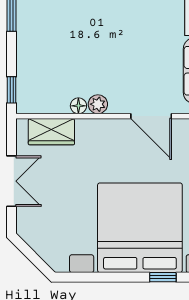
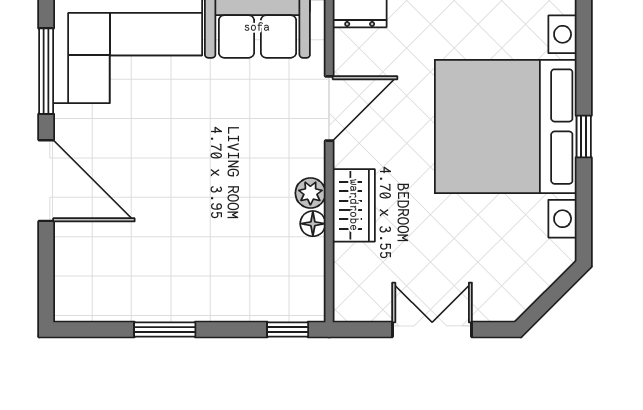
wardrobe: (51, 132) -> (354, 205), moved
window: (163, 277) -> (584, 136), moved

